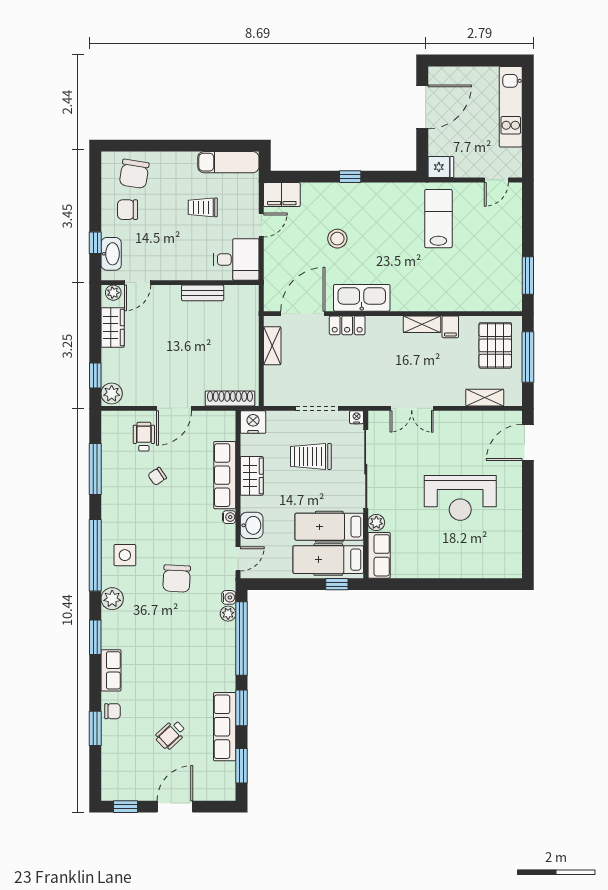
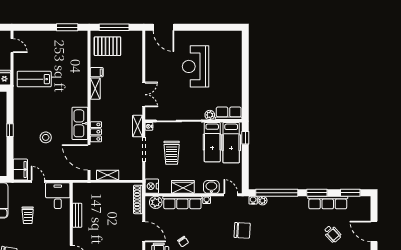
shelving: (485, 398) -> (138, 126), moved
plant: (225, 429) -> (156, 202), added
reception desk: (460, 498) -> (196, 66), turned 180

